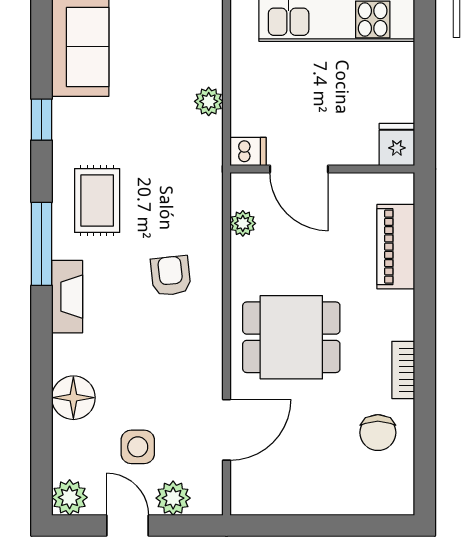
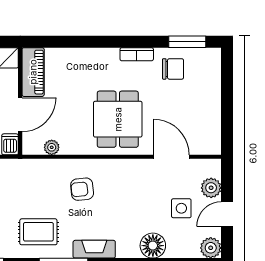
piano: (396, 247) -> (33, 72), moved, turned -90
window: (425, 457) -> (187, 42), added

